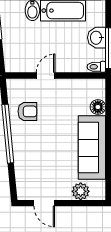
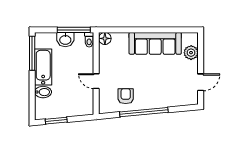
floor lamp: (98, 107) -> (105, 38), moved

